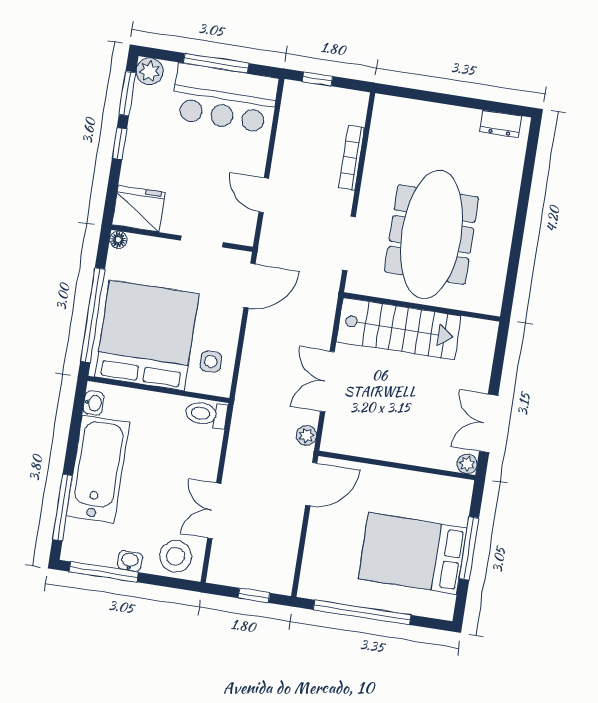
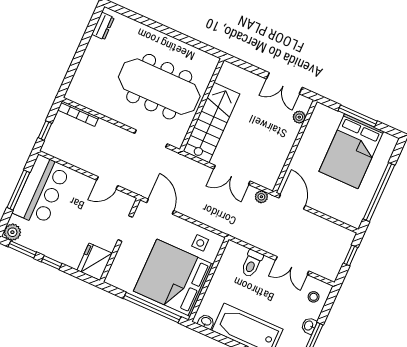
bookcase: (352, 158) -> (78, 114), moved
floor lamp: (118, 240) -> (110, 279), removed
toilet: (206, 414) -> (252, 264), moved
plant: (467, 464) -> (299, 117), moved
stool: (176, 556) -> (314, 297), width x0.53, depth x0.53

